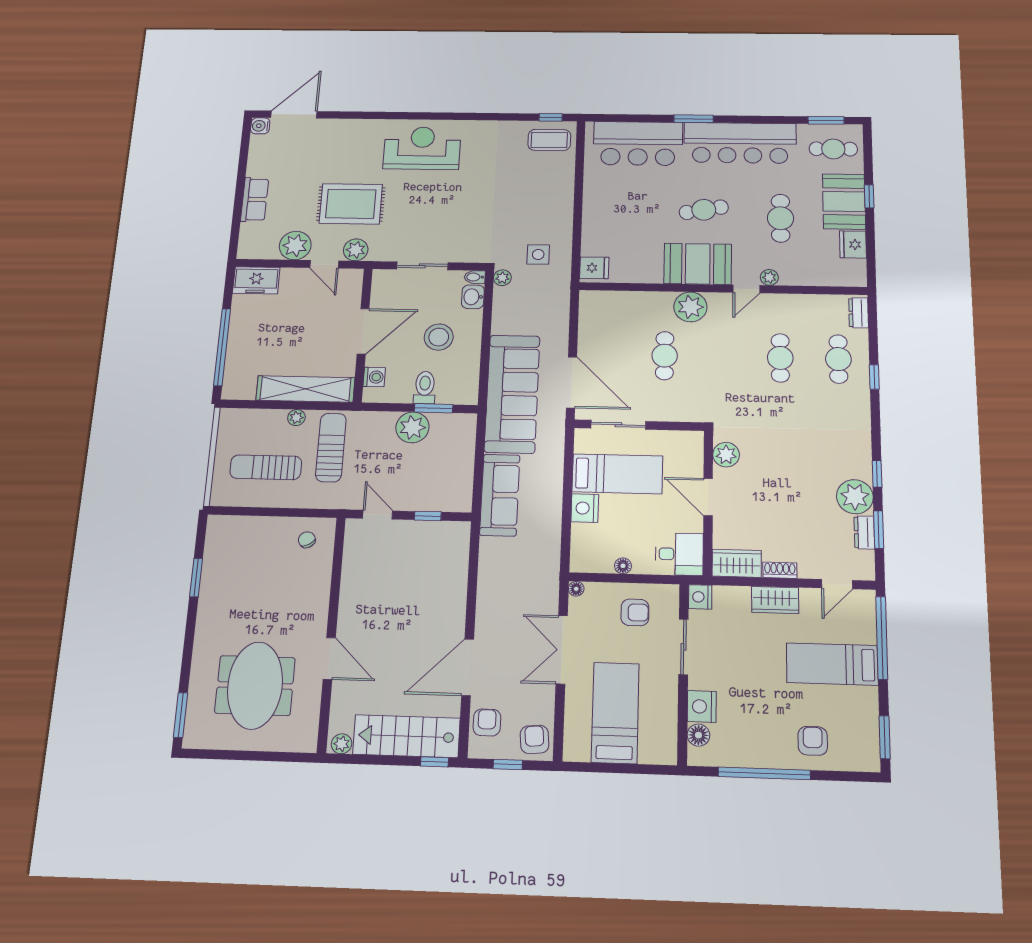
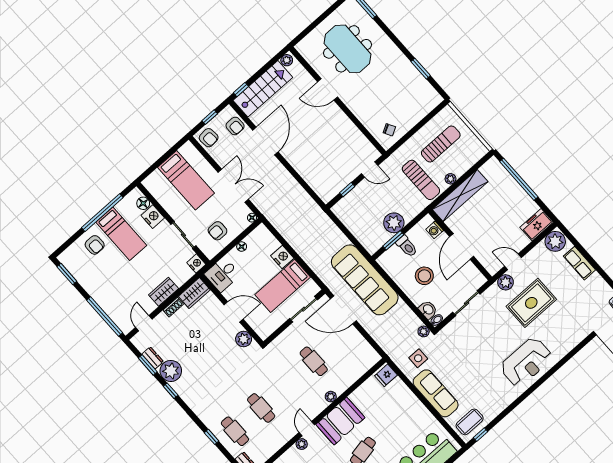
plant: (295, 246) -> (555, 241), moved
plant: (690, 307) -> (331, 397), width x0.53, depth x0.53
sofa: (500, 495) -> (436, 393), moved, turned 180
bed: (832, 664) -> (121, 234), moved, turned 90

